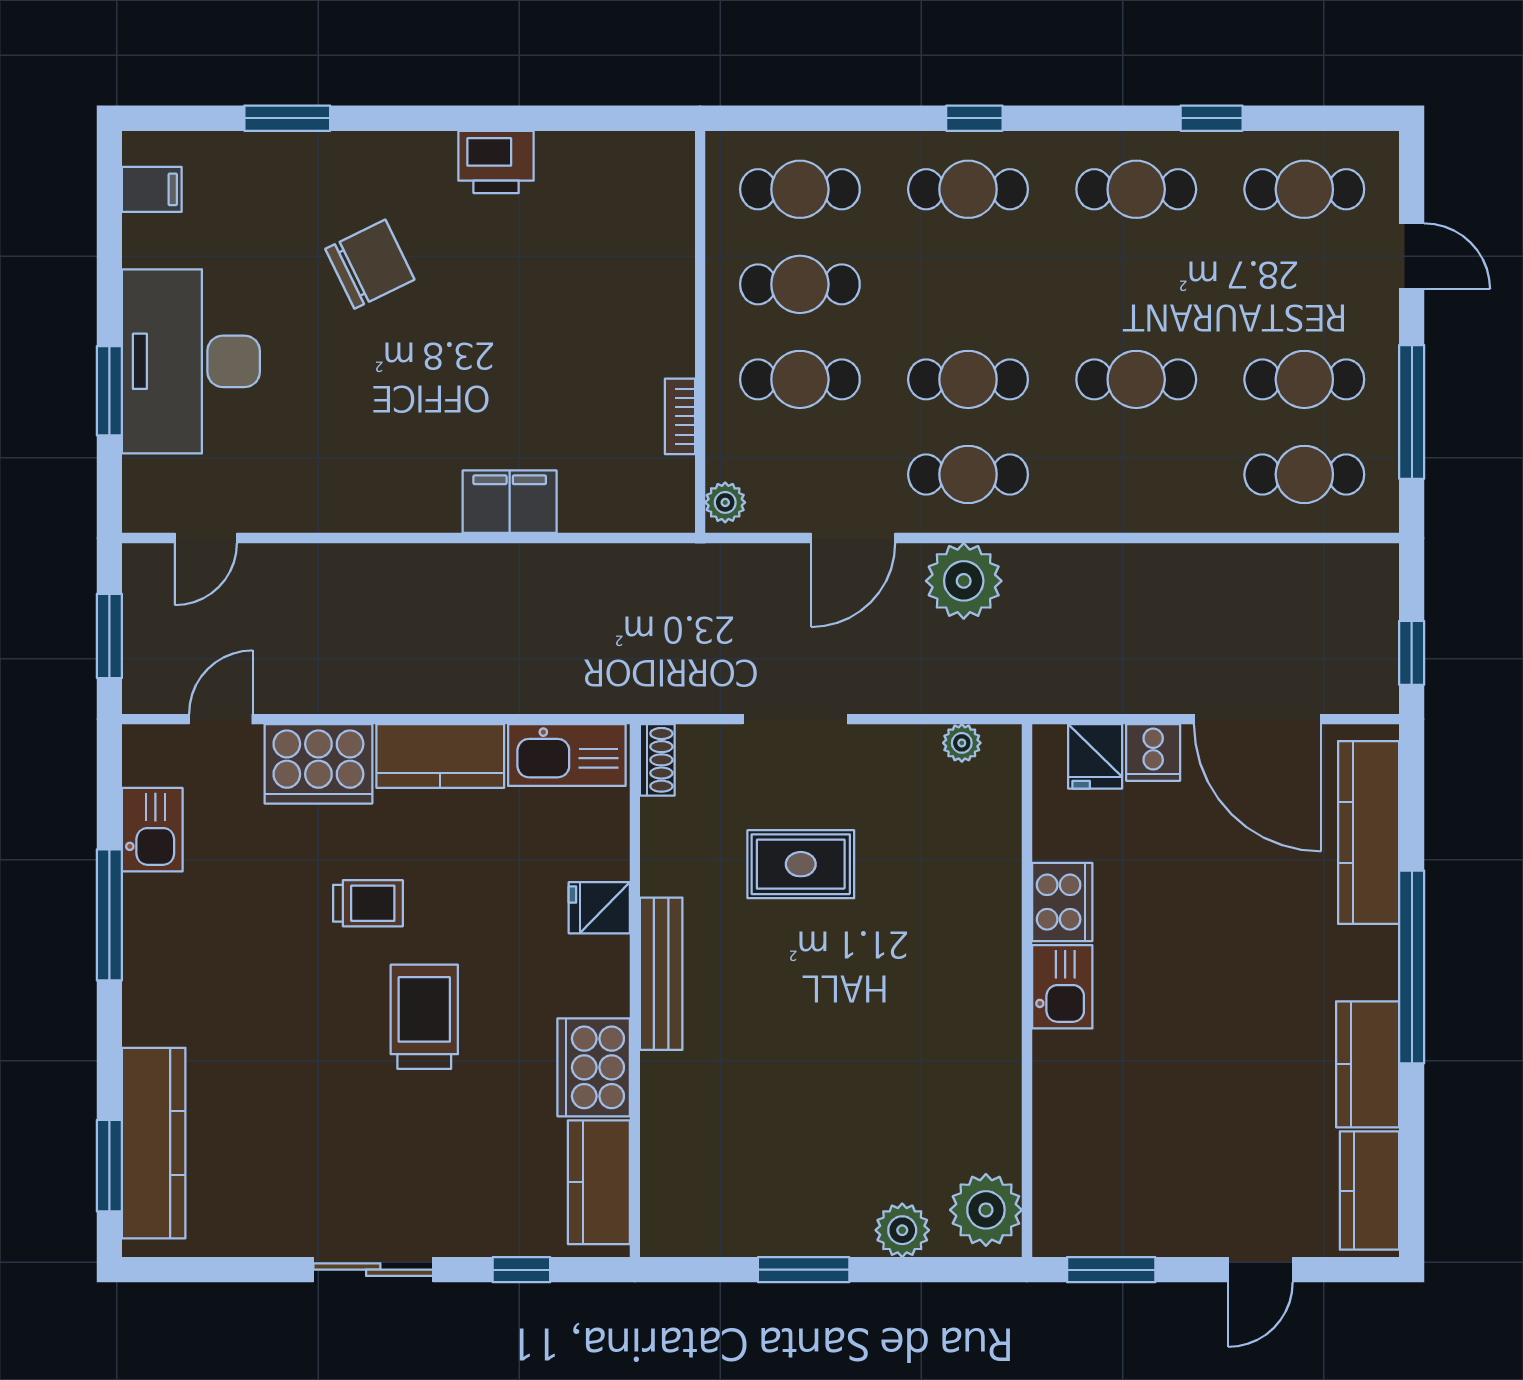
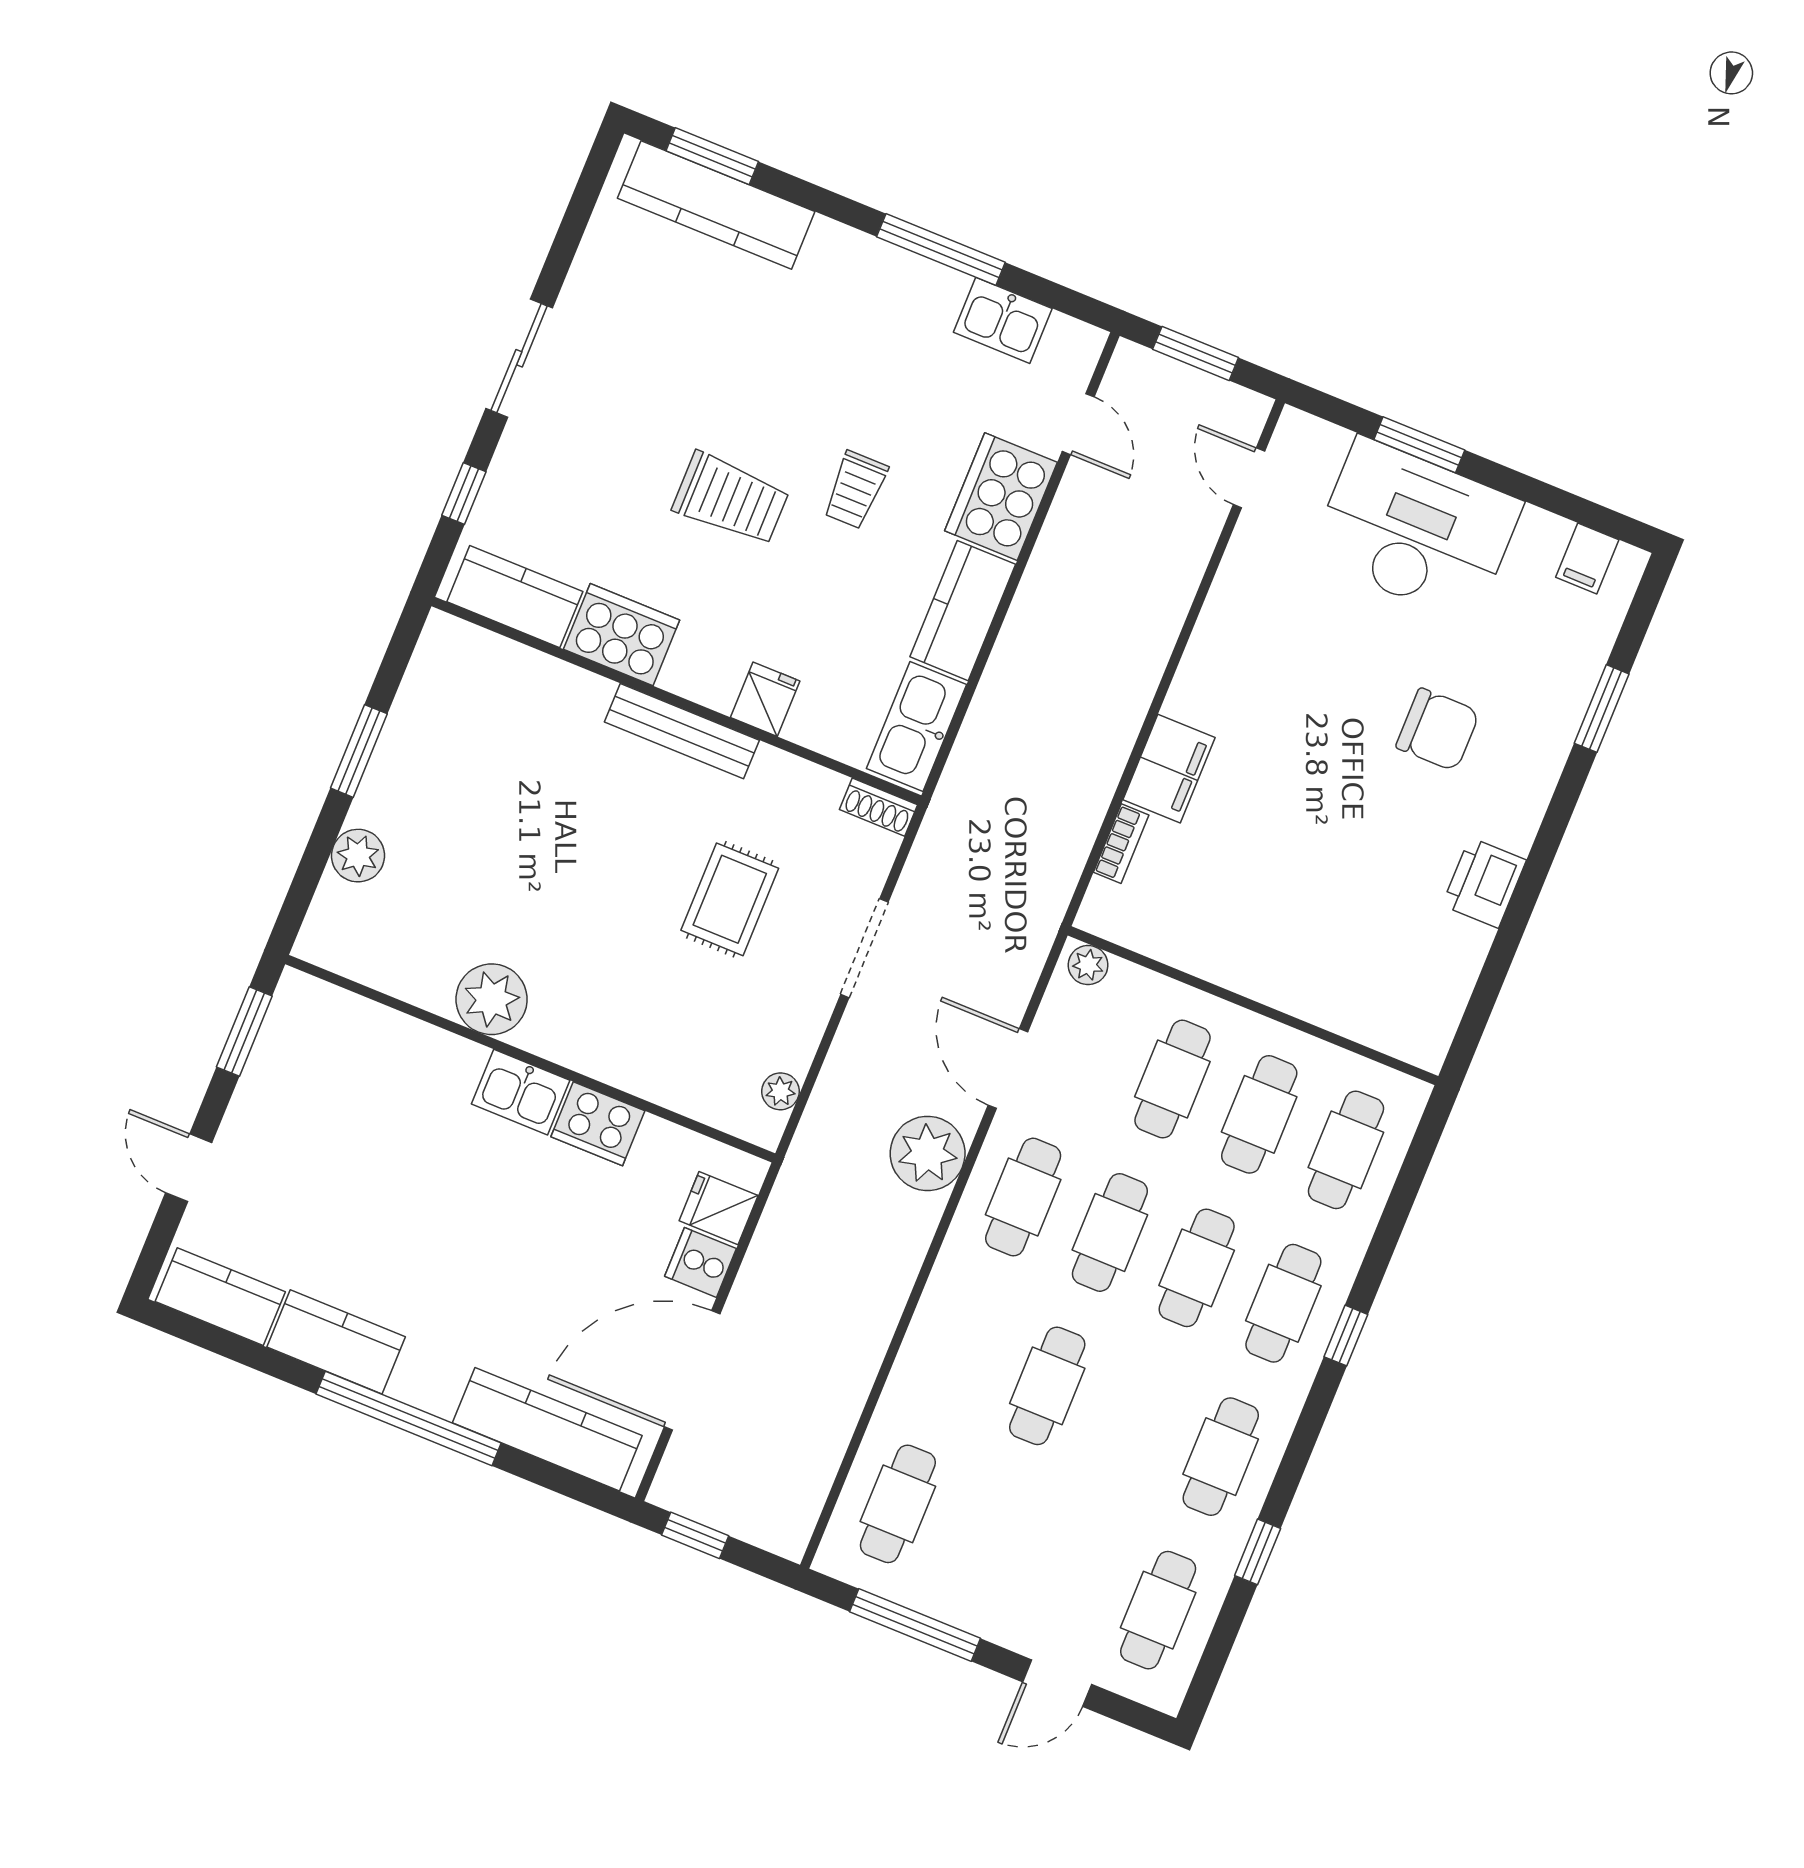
chair: (370, 264) -> (1438, 730), turned -64
cafe table: (1304, 379) -> (1197, 1268), moved
bookcase: (680, 416) -> (1121, 844), moved, turned 90
plant: (986, 1210) -> (492, 999), moved

